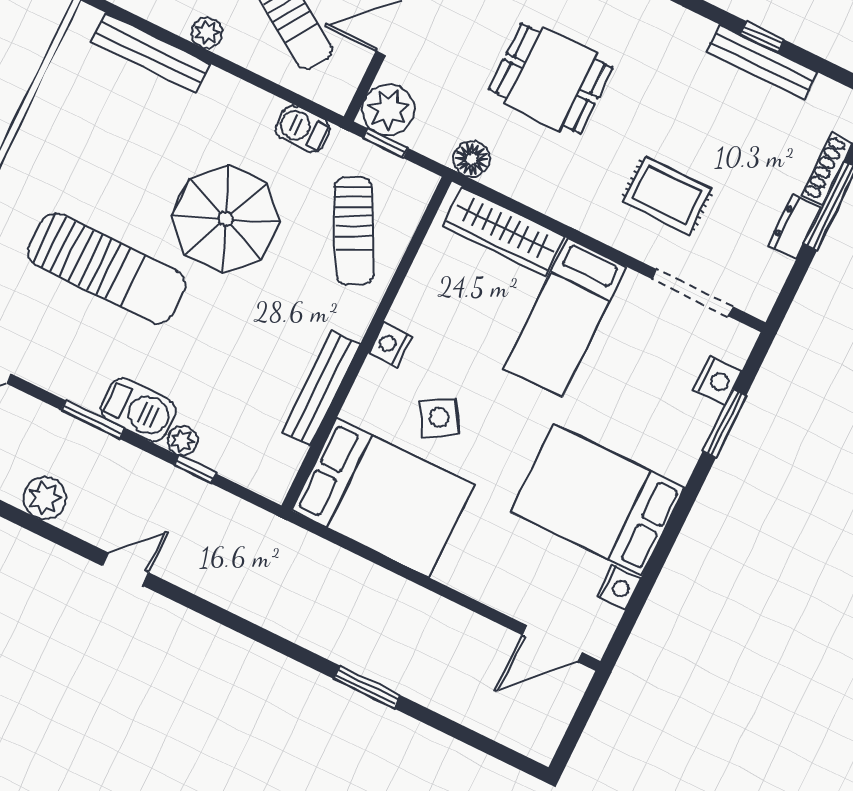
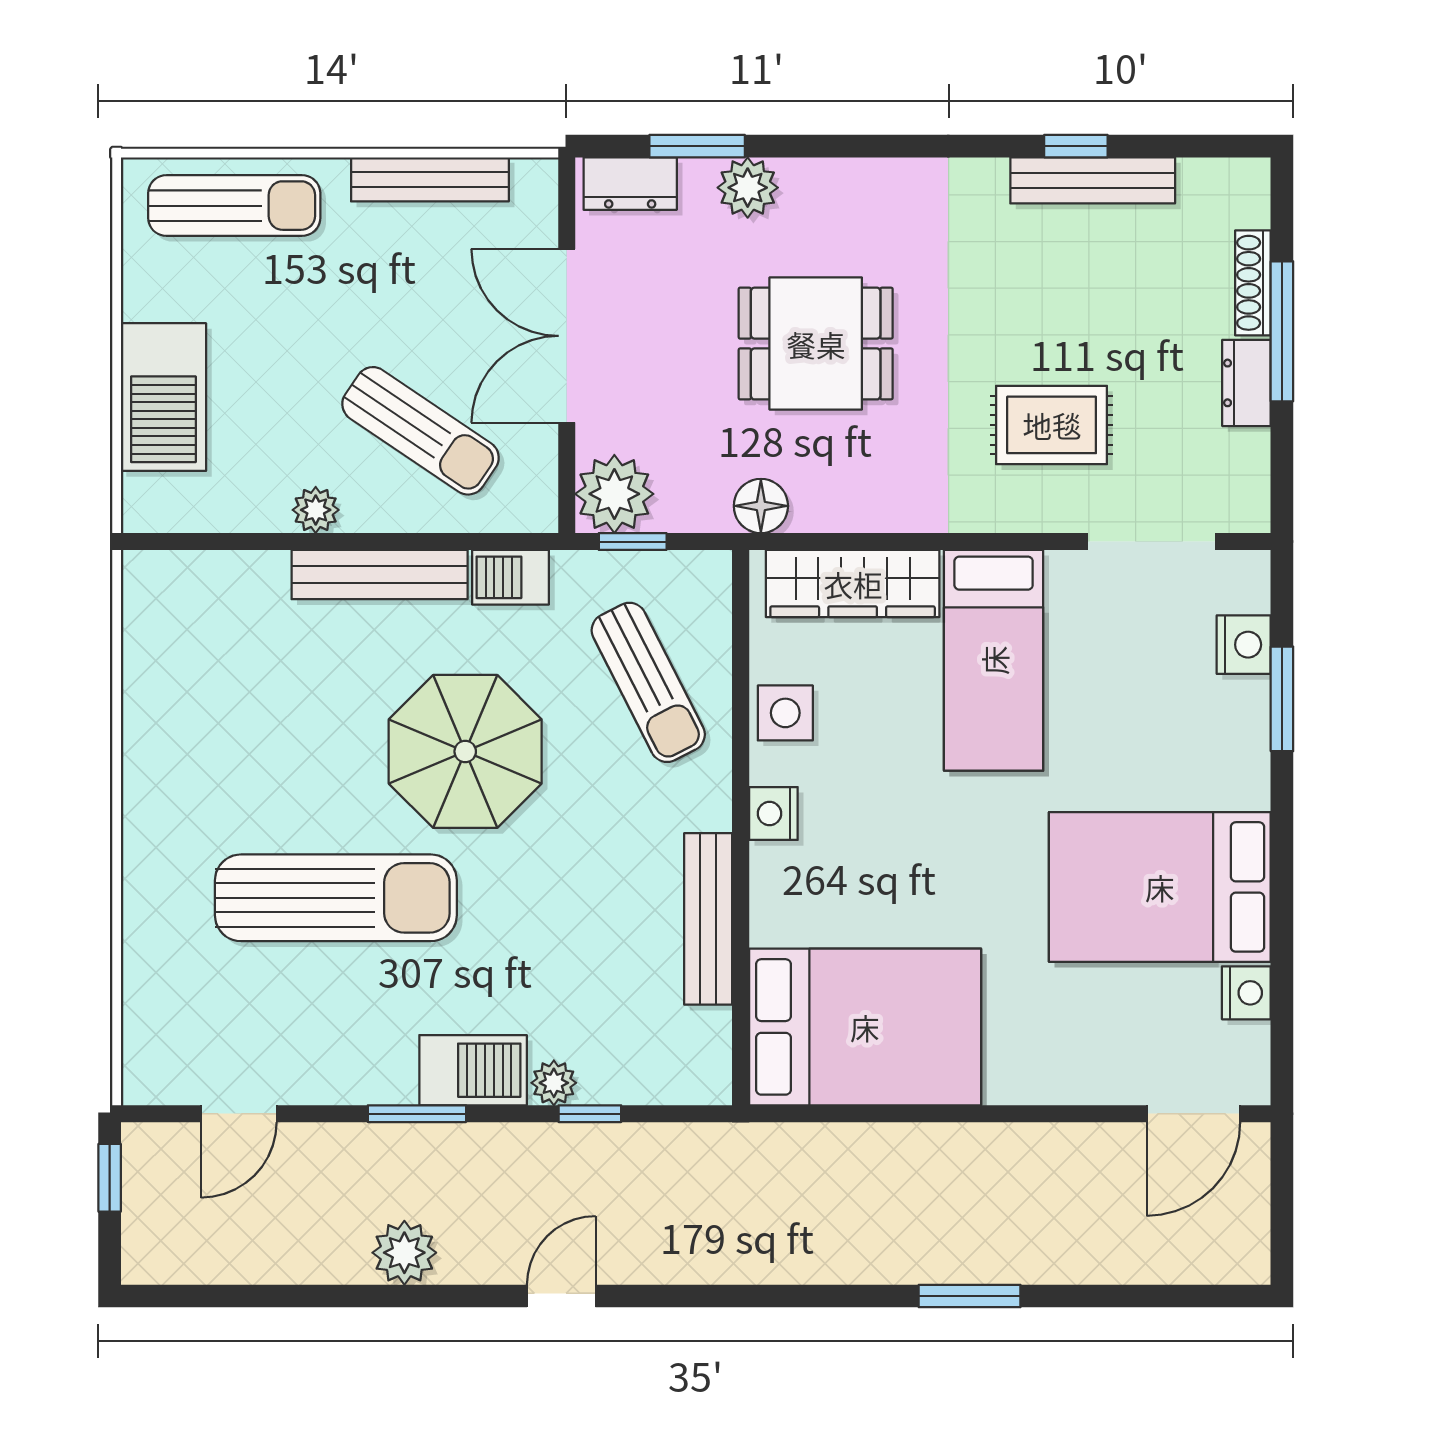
bench: (150, 53) -> (380, 575), moved
side table: (439, 417) -> (785, 713), moved, turned 30

